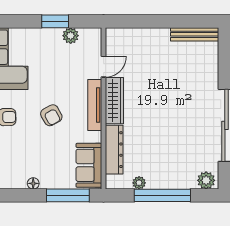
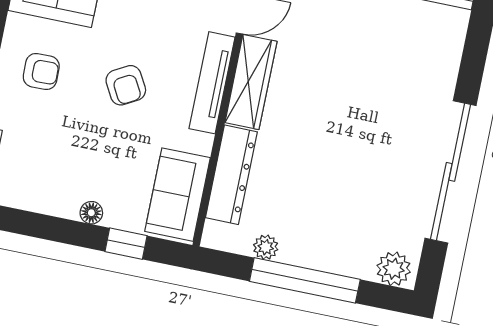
floor lamp: (33, 183) -> (91, 213), moved
window: (68, 195) -> (126, 244), width x0.46

